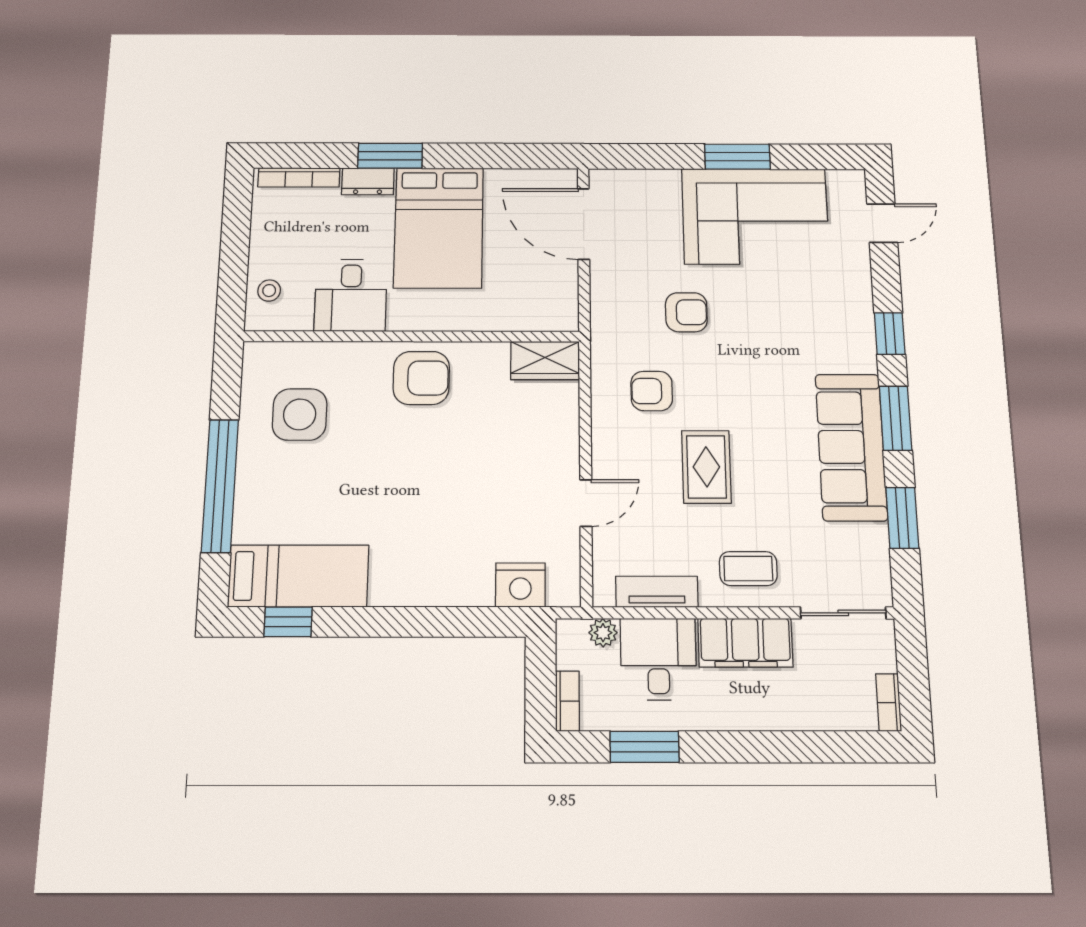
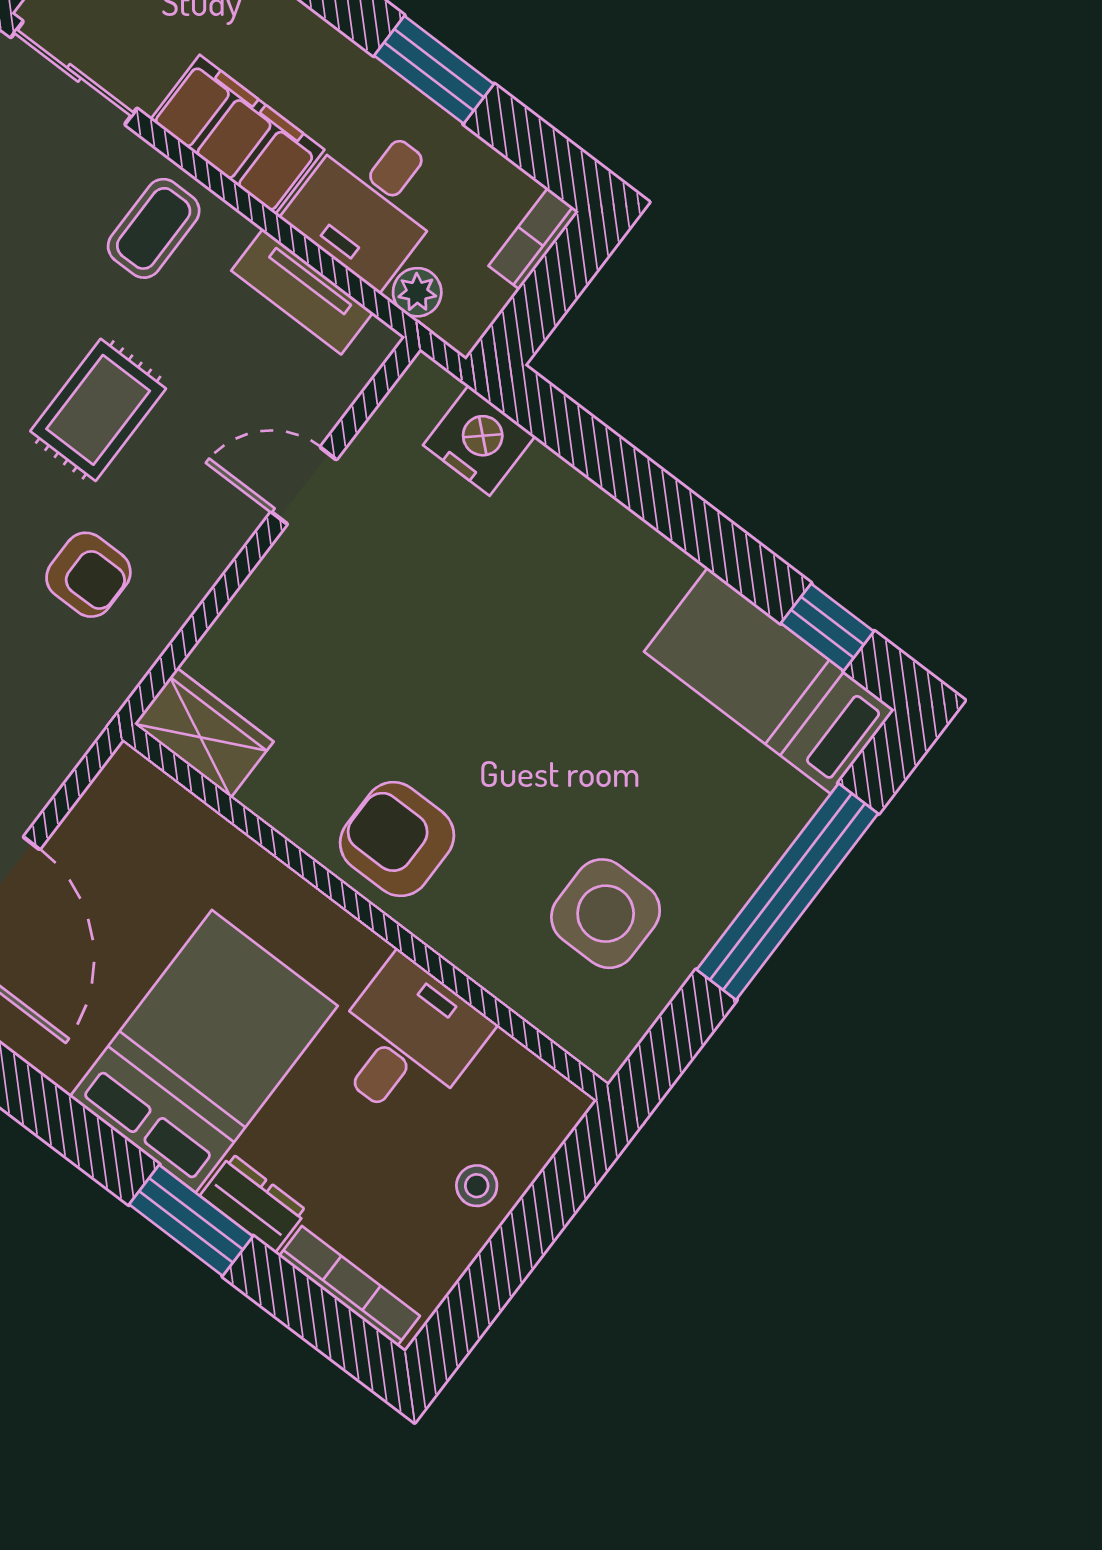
stool: (269, 291) -> (477, 1186), moved
coffee table: (748, 569) -> (154, 228), turned 90
window: (644, 747) -> (434, 70), moved

